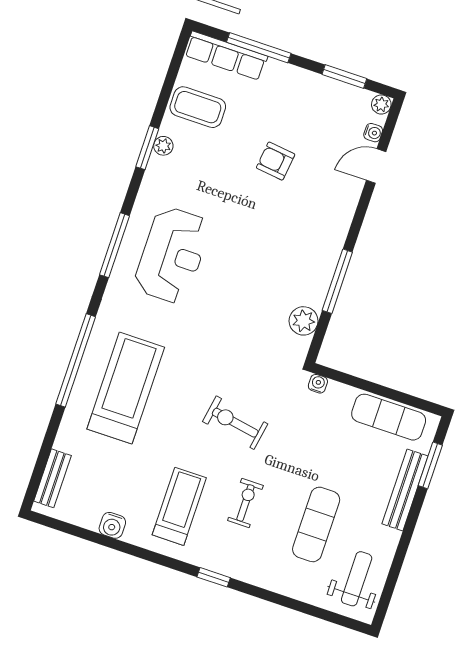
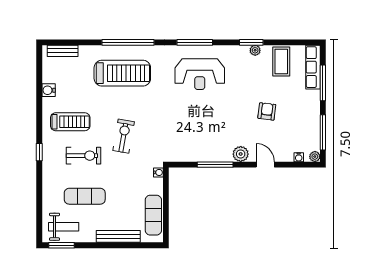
window: (344, 76) -> (323, 132), width x1.44
door: (376, 166) -> (265, 165), moved
plant: (304, 321) -> (241, 154), moved
window: (430, 465) -> (61, 245), moved
exercise bike: (245, 503) -> (84, 156), width x1.38, depth x1.39

